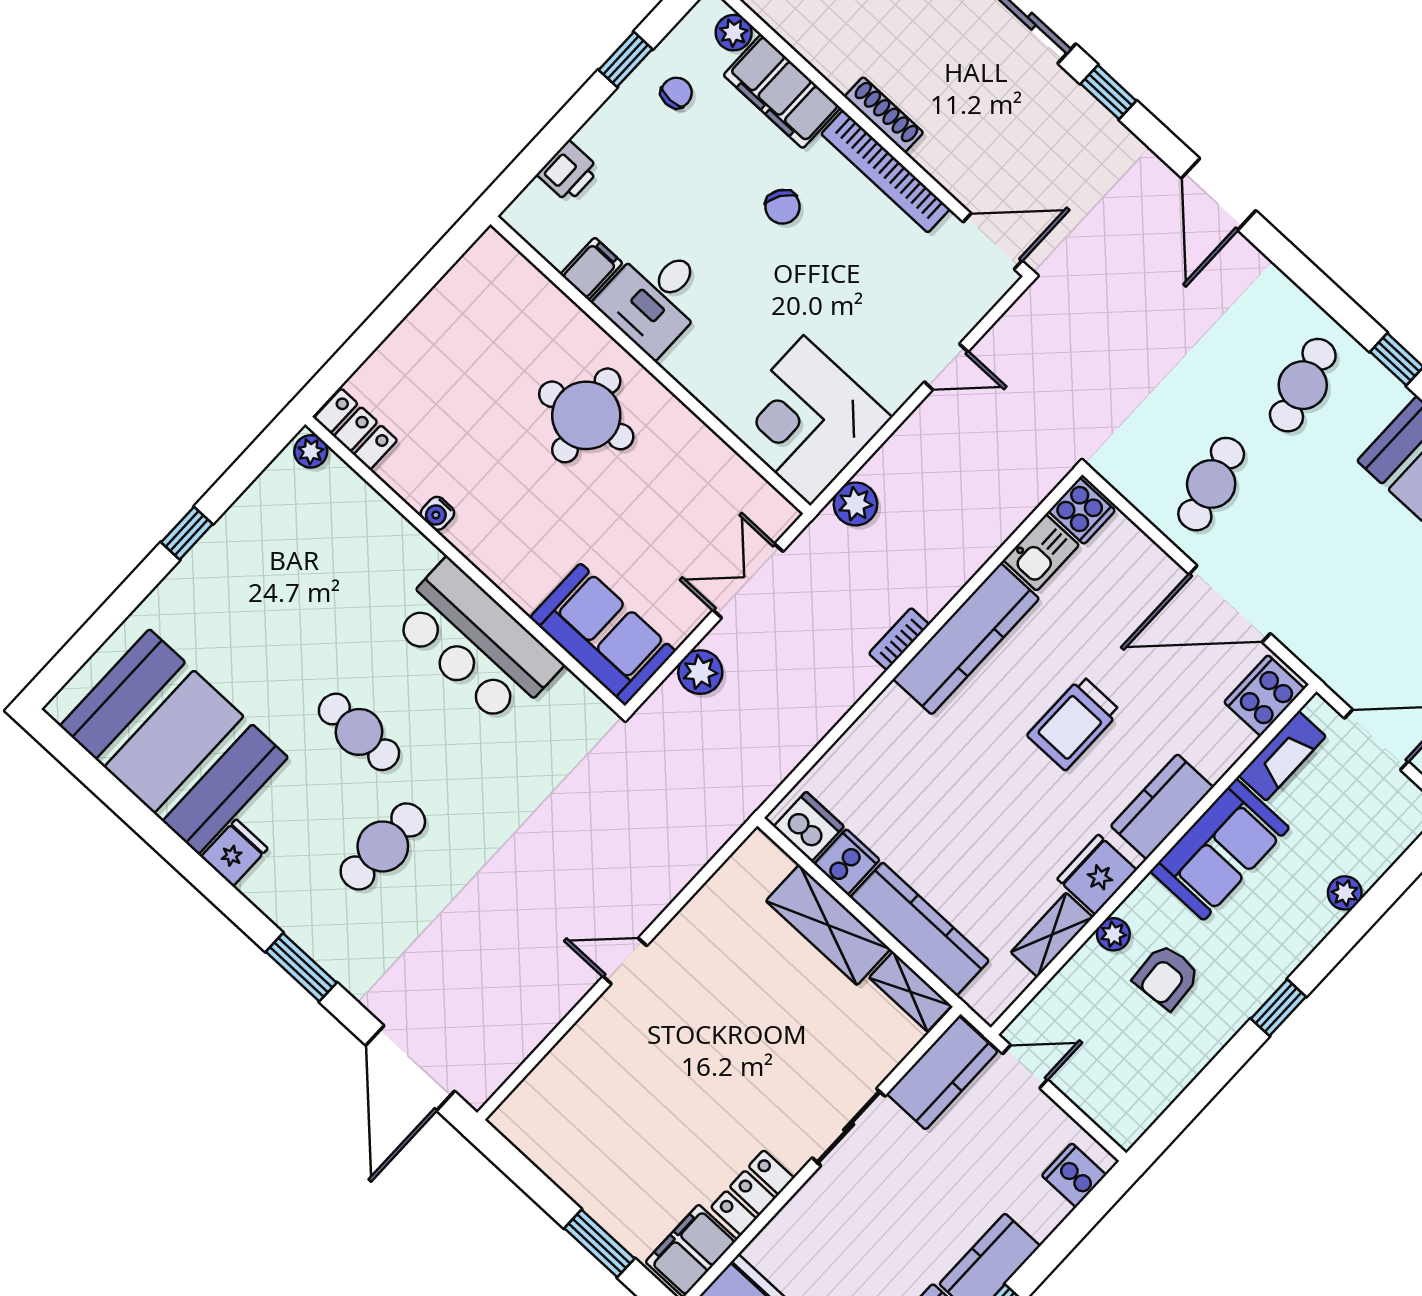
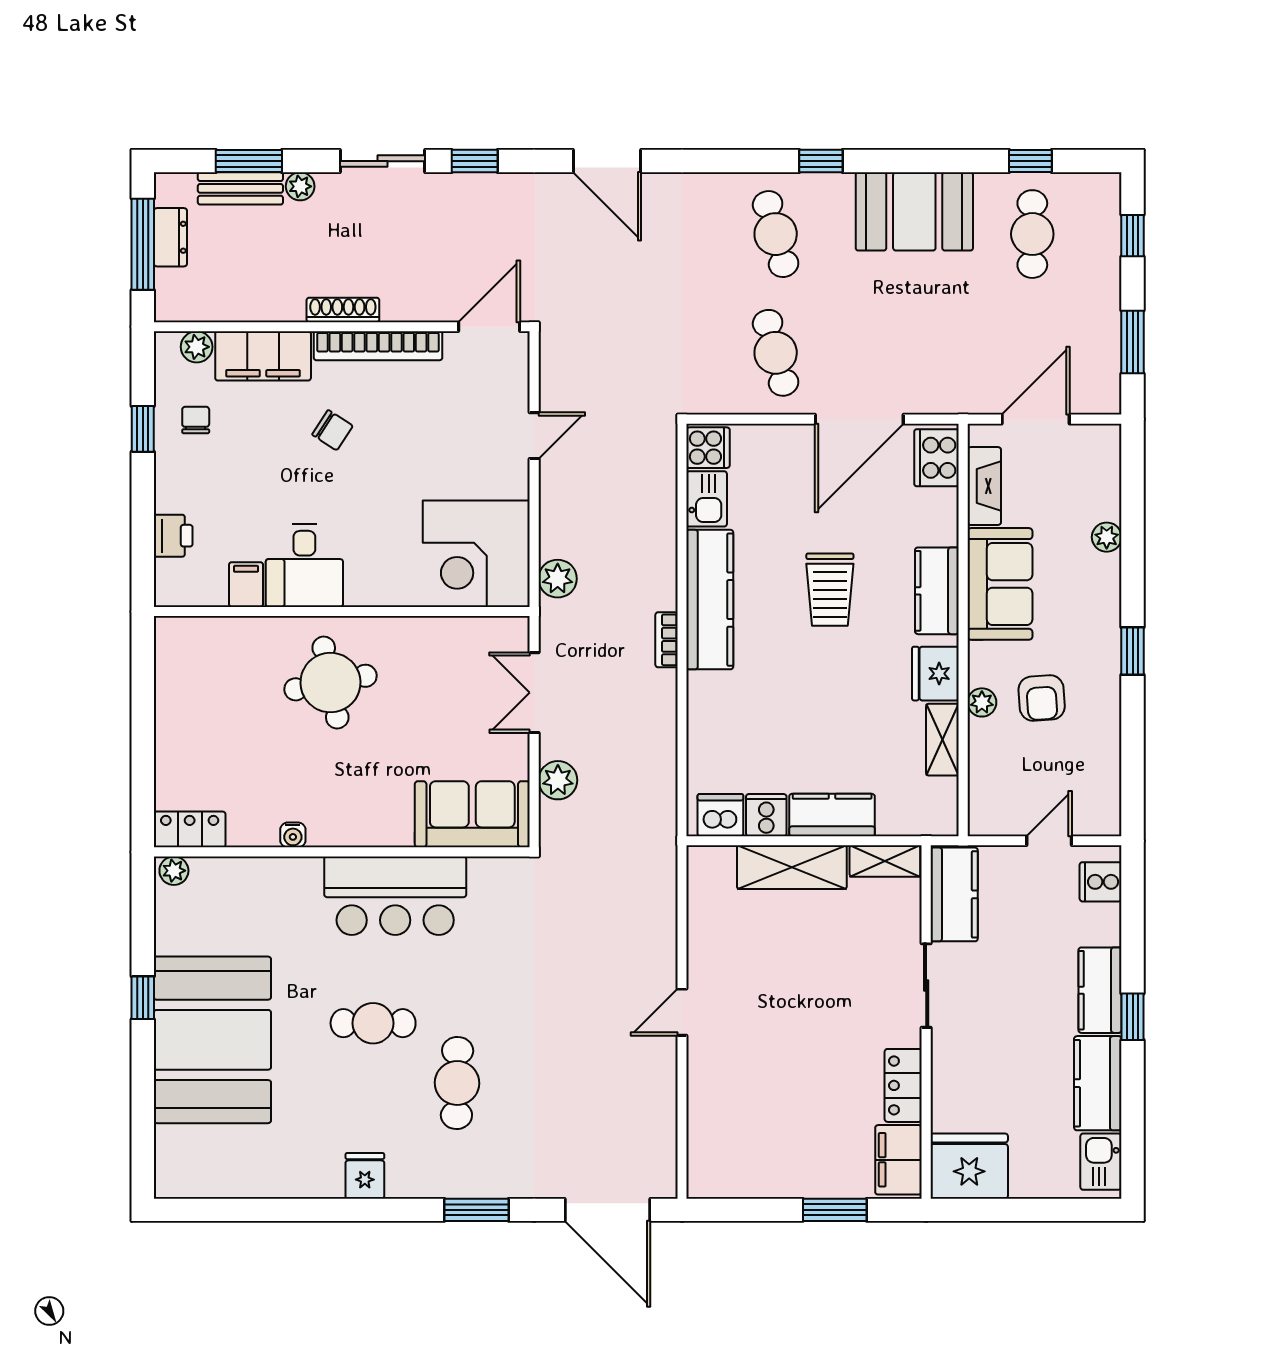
booth: (174, 742) -> (212, 1040), moved, turned 90
kitchen counter: (920, 929) -> (832, 815), width x0.67
door: (1025, 1067) -> (1049, 841), moved

